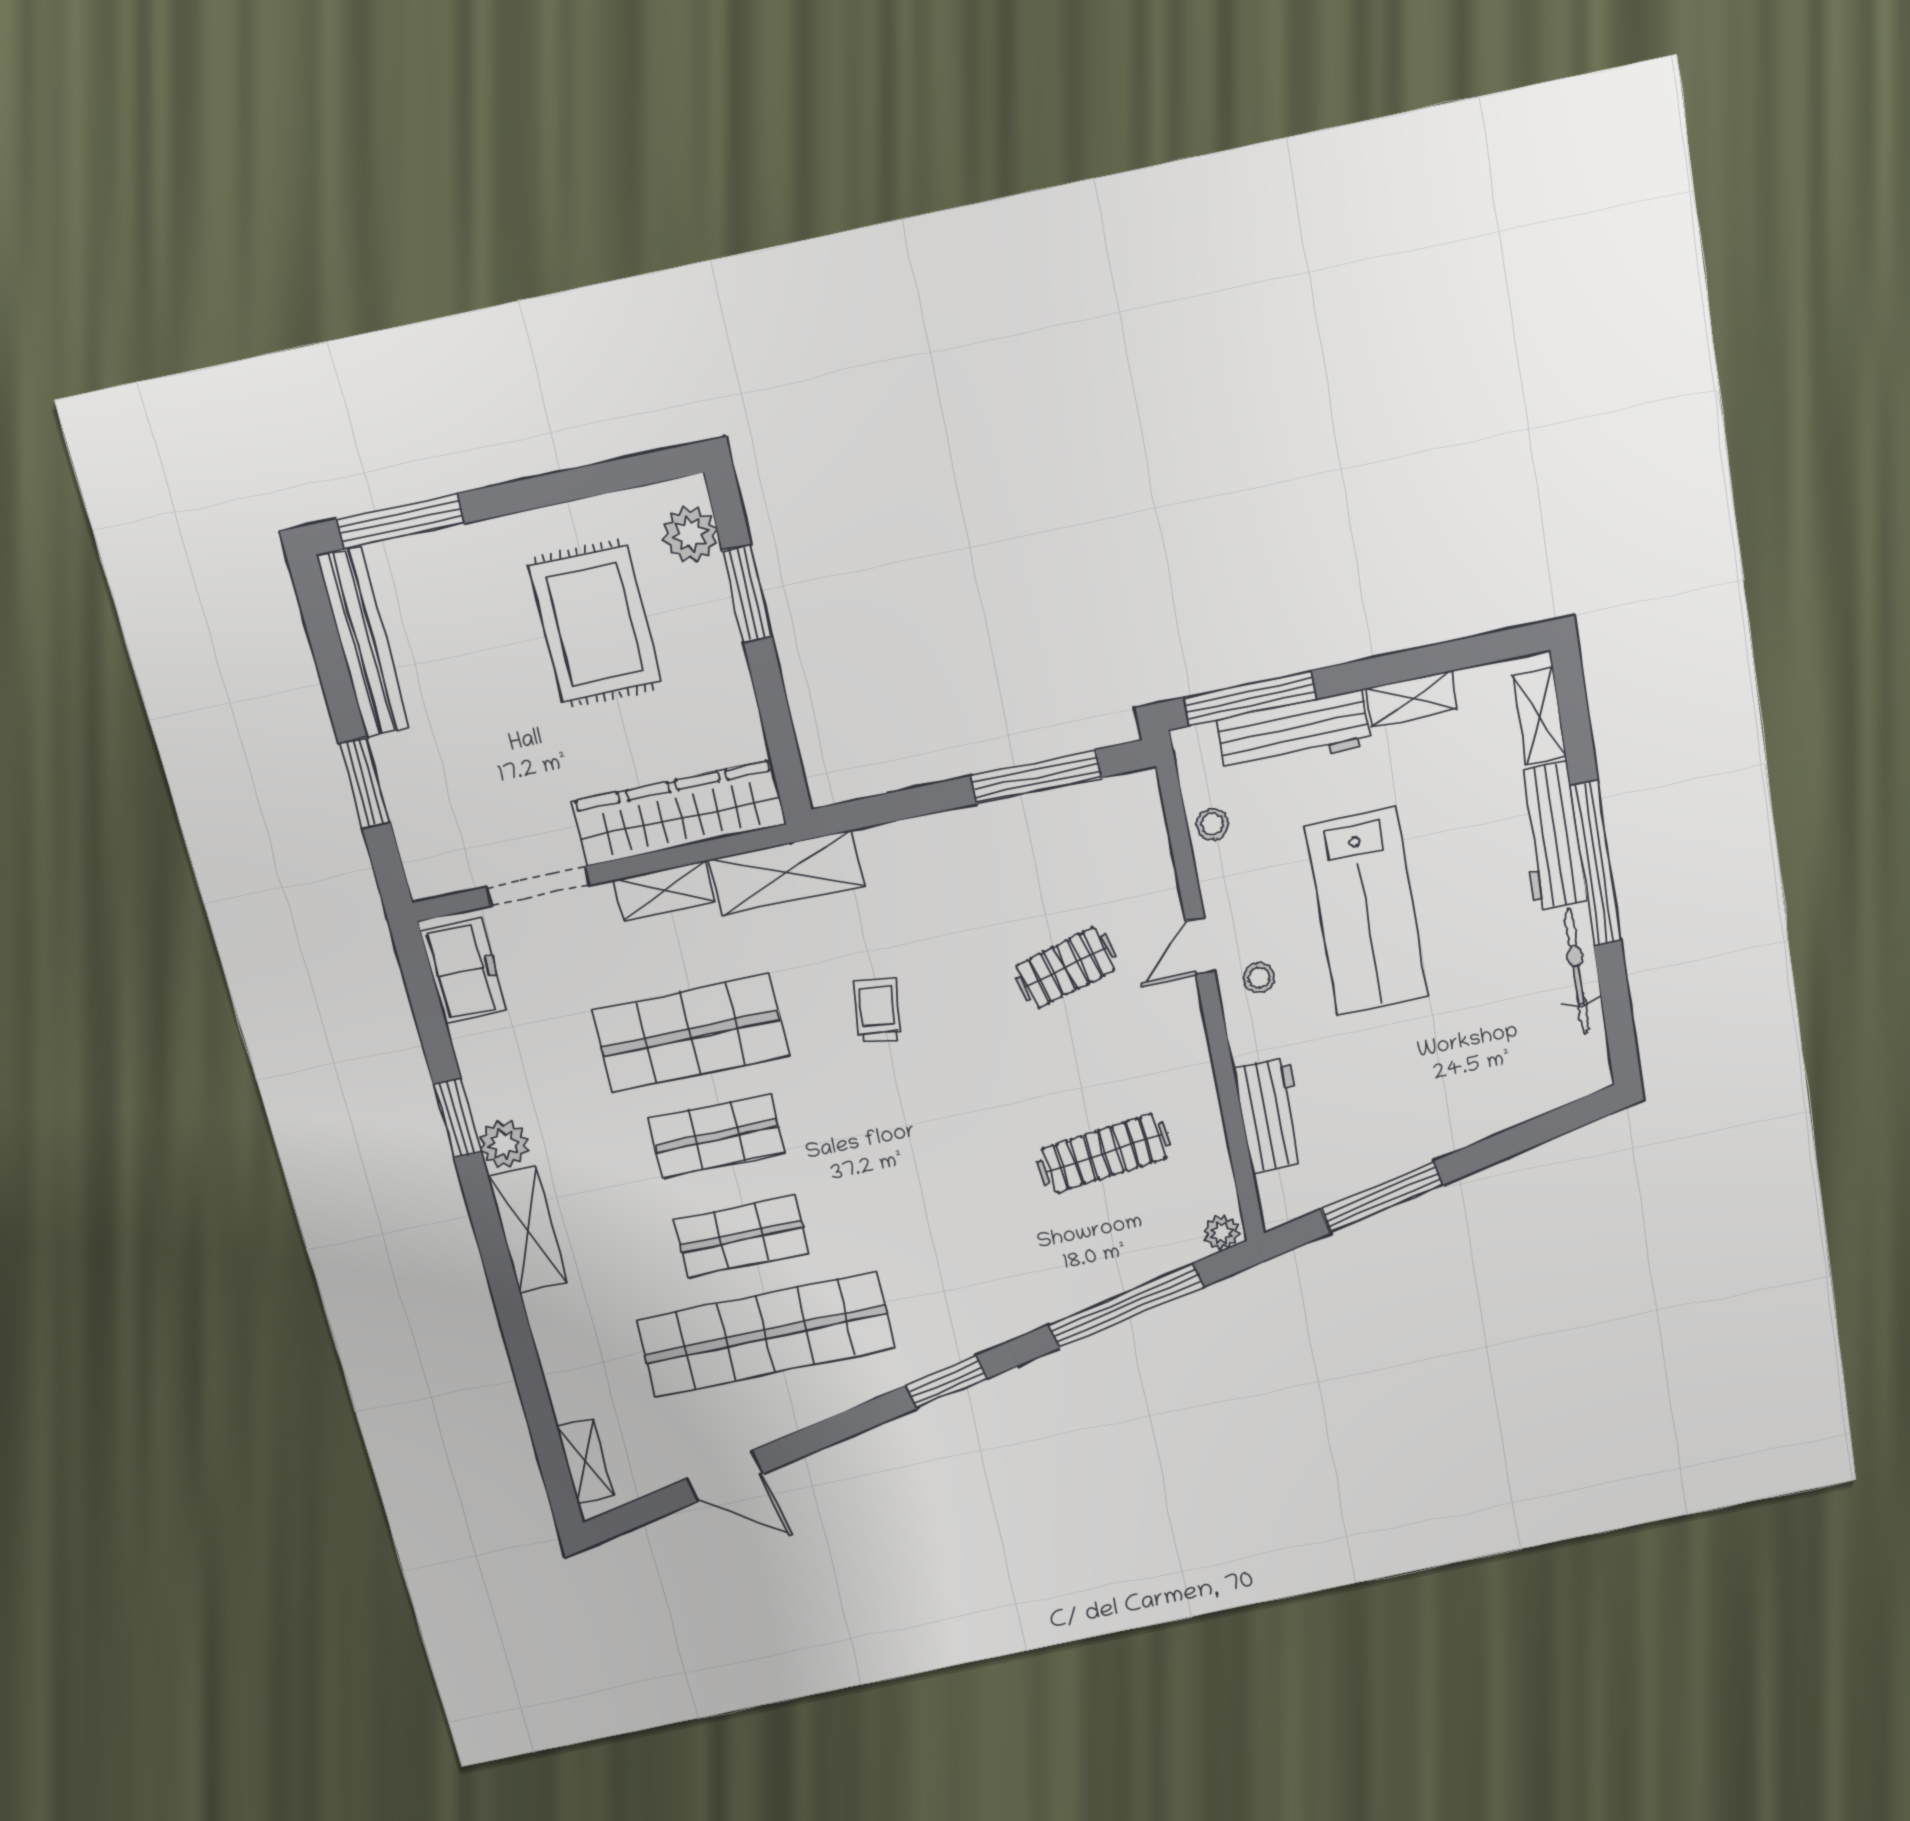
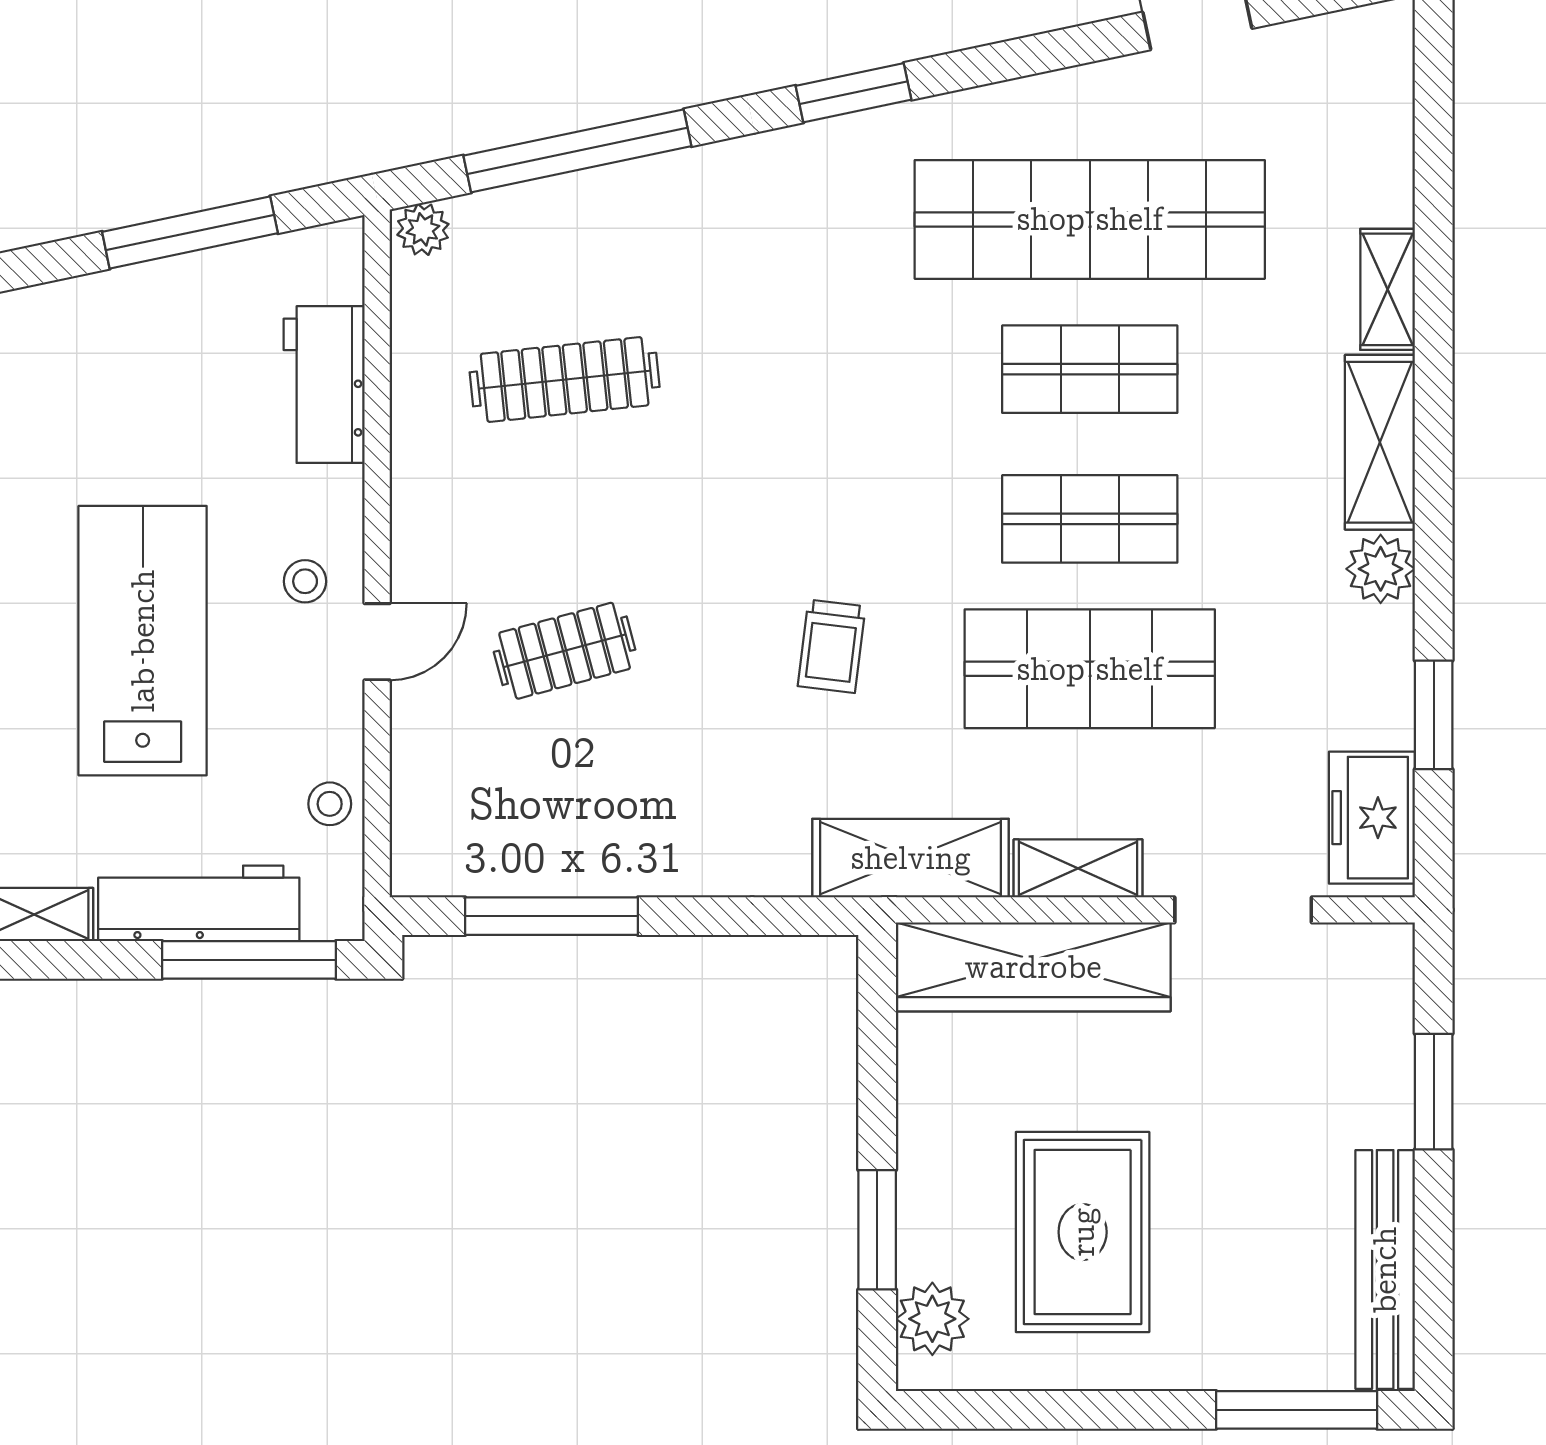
window: (457, 1118) -> (1434, 715), moved
shelving: (585, 1461) -> (1388, 289), moved

